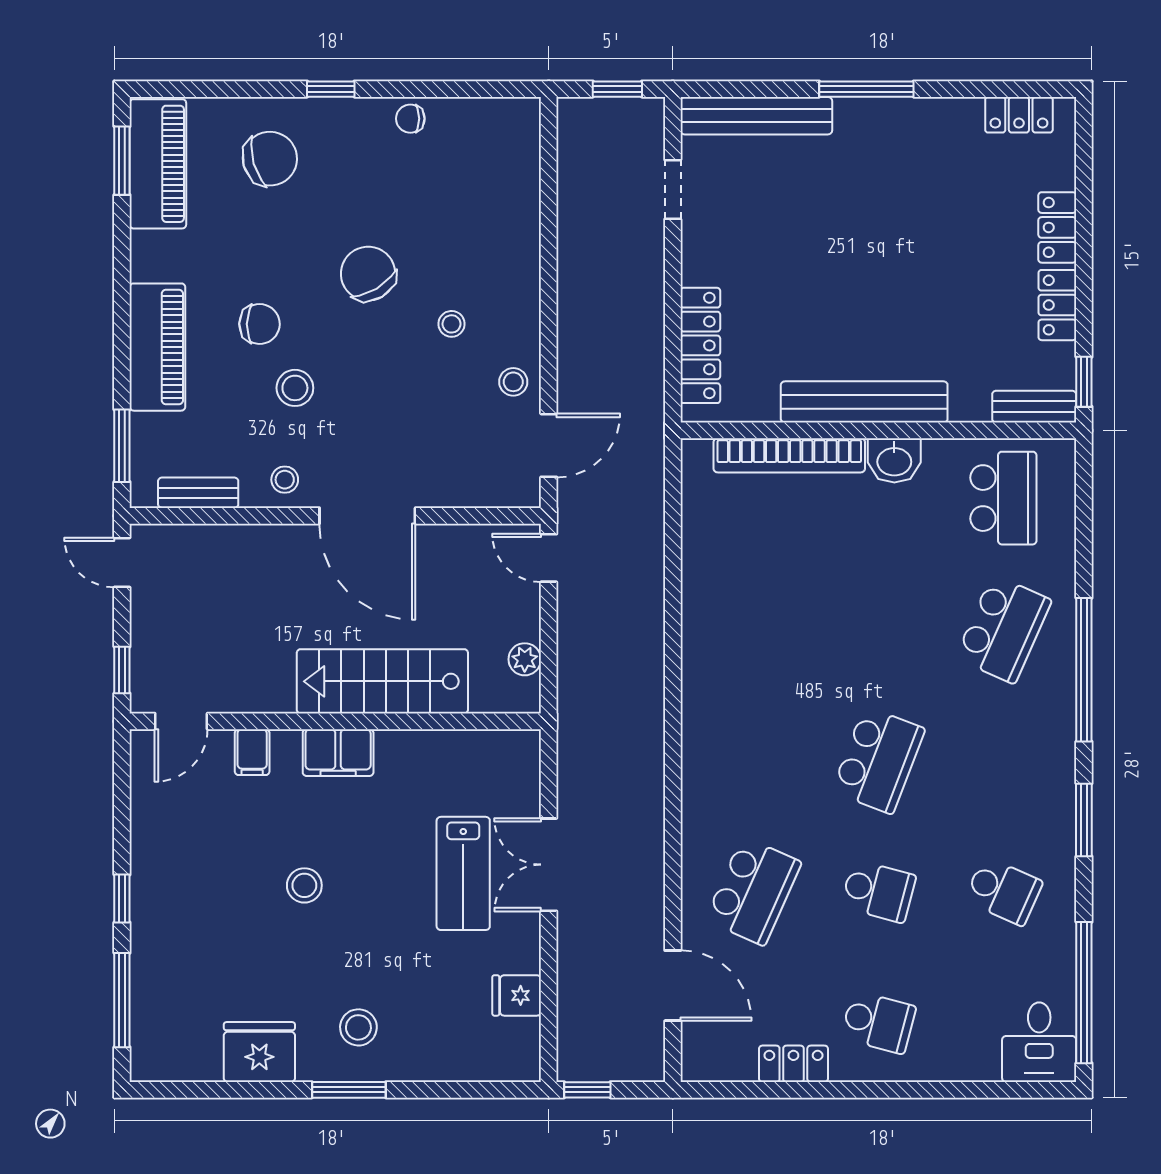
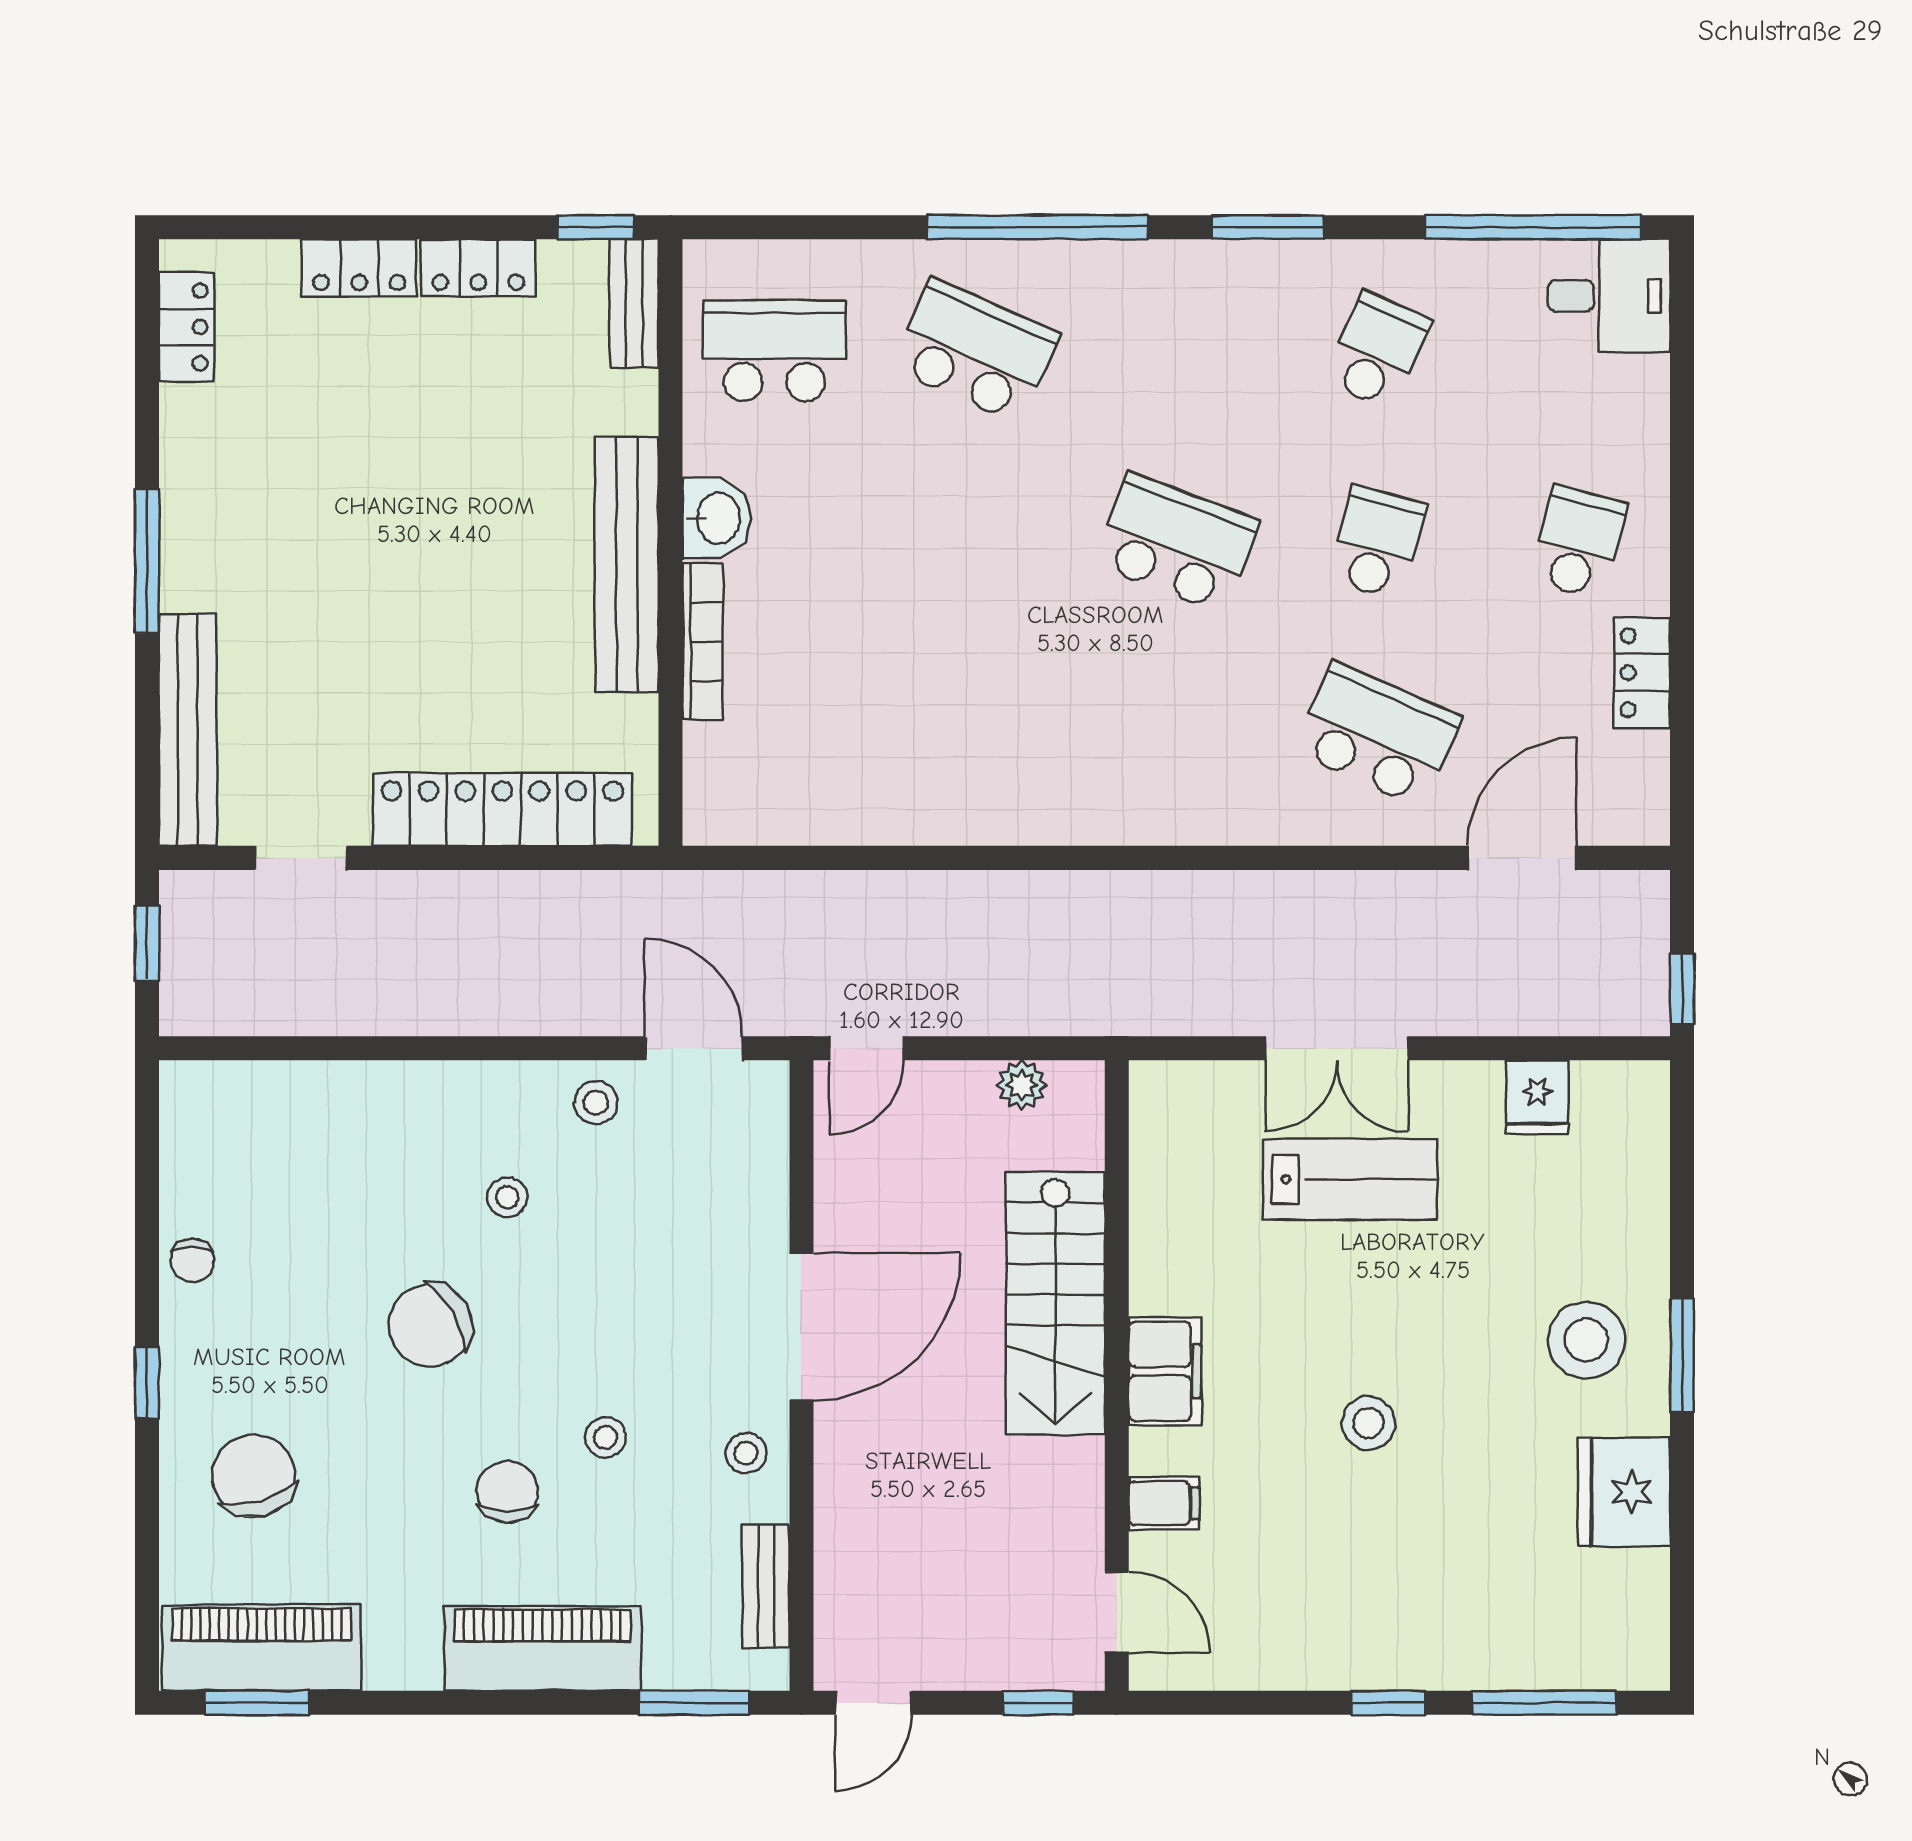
locker: (700, 345) -> (502, 809), width x1.41, depth x1.21
stool: (295, 388) -> (605, 1437), width x0.73, depth x0.73
bookcase: (789, 455) -> (703, 642), width x0.68, depth x0.76
stool: (358, 1027) -> (1586, 1340), width x1.38, depth x1.38

